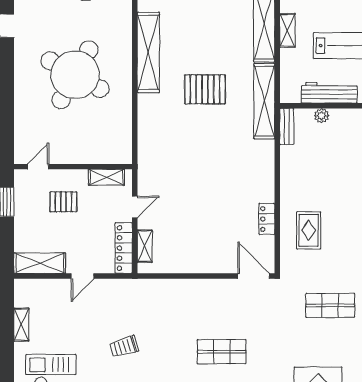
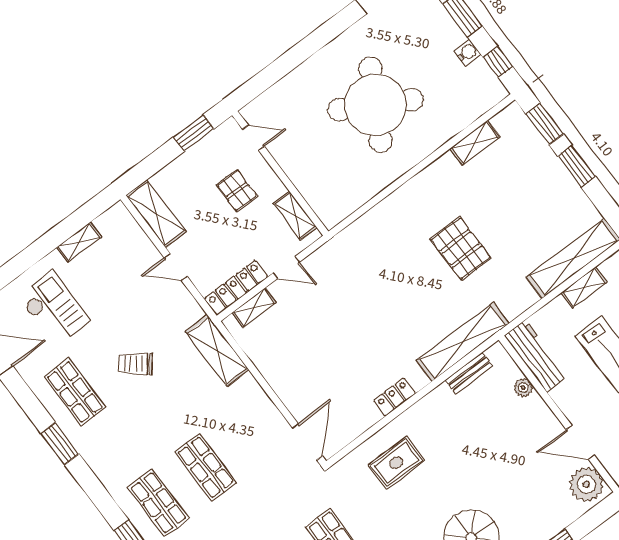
shelving: (148, 52) -> (475, 143), width x0.45, depth x0.75
workbench: (329, 93) -> (536, 356), moved
shelving: (264, 101) -> (463, 342), moved
bench: (287, 127) -> (469, 373), moved
locker: (267, 219) -> (395, 397), moved
shelving: (154, 290) -> (217, 351), added
trolley: (124, 347) -> (136, 364), turned -36

